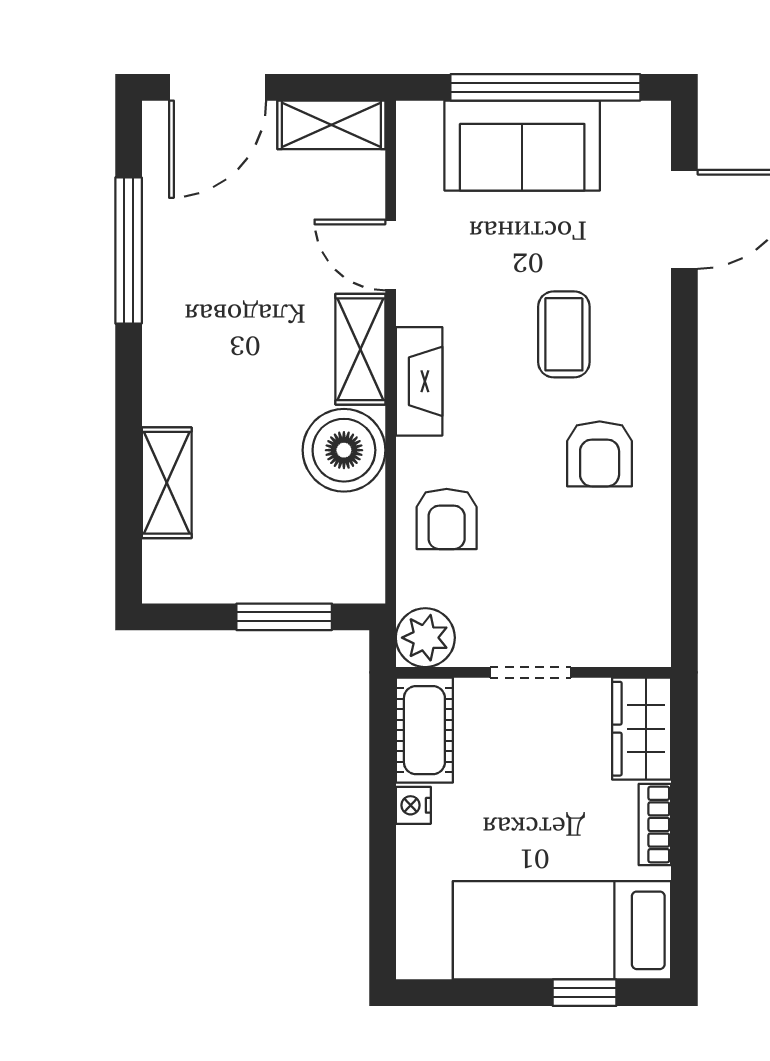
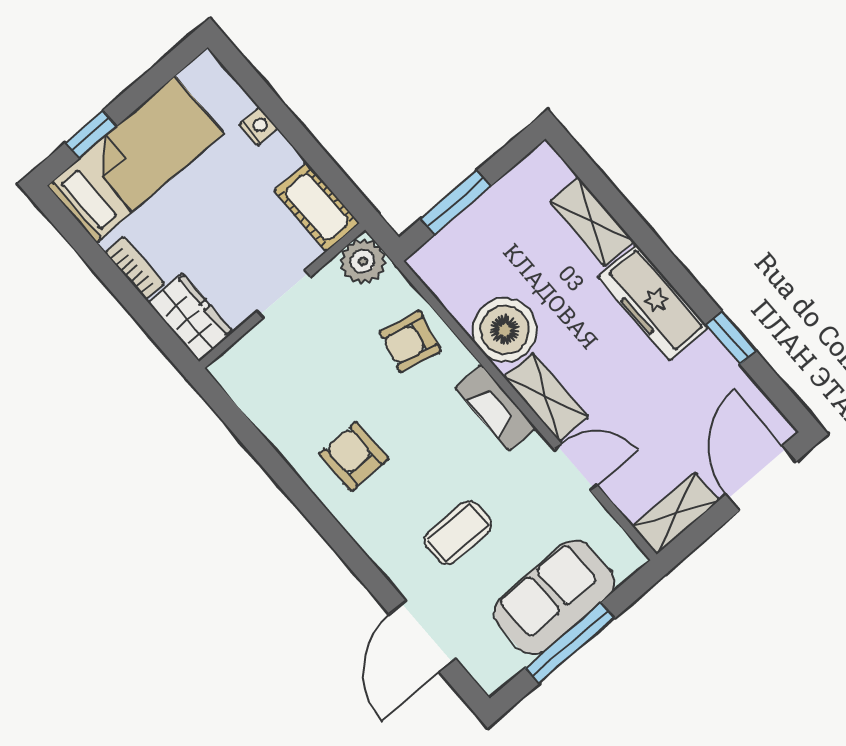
window: (545, 87) -> (570, 643), width x0.68
window: (129, 250) -> (731, 338), width x0.46
coffee table: (564, 334) -> (458, 533), moved, turned 90
freezer: (175, 351) -> (653, 302), added
armchair: (447, 519) -> (410, 341), turned -77
nightstand: (413, 805) -> (259, 127), moved

